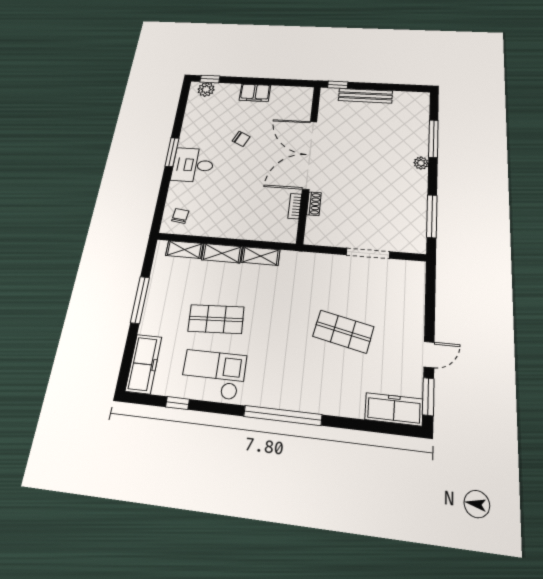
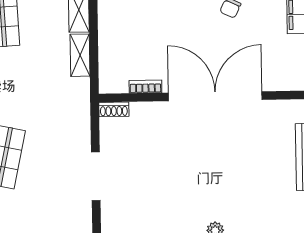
shoe rack: (314, 204) -> (114, 109), moved

